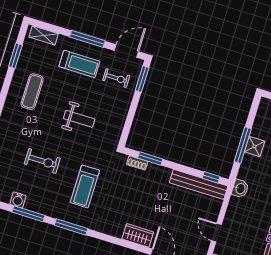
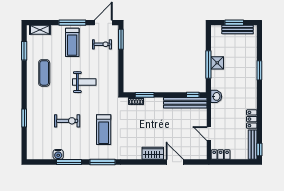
treadmill: (79, 64) -> (72, 42), turned 90

